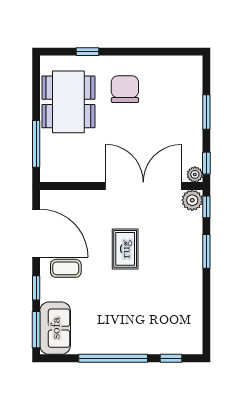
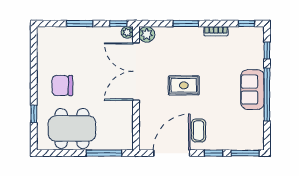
window: (206, 207) -> (246, 24), moved
bookcase: (196, 291) -> (216, 31), added
sofa: (55, 328) -> (252, 90), moved, turned -90

